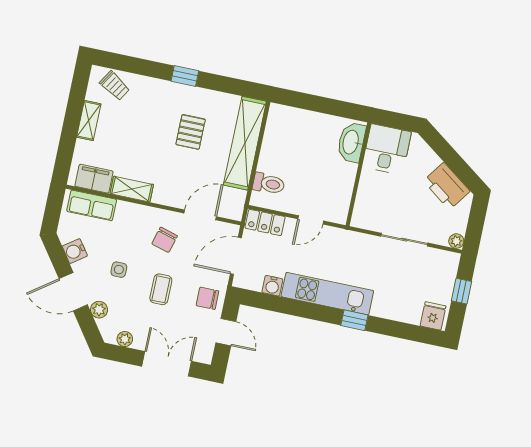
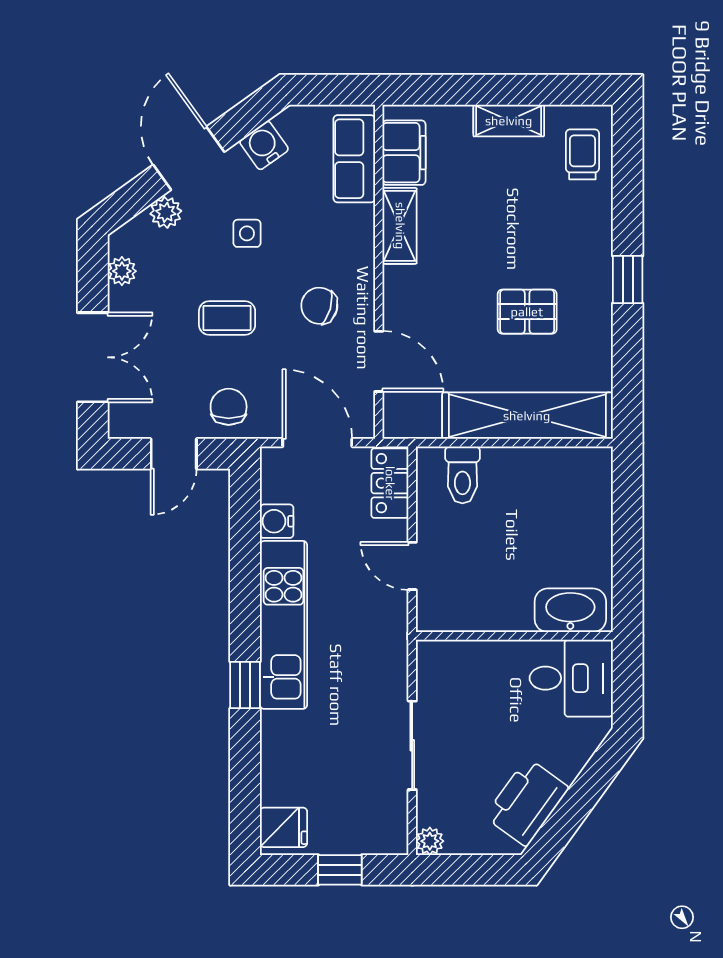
trolley: (115, 86) -> (582, 154), turned 148

